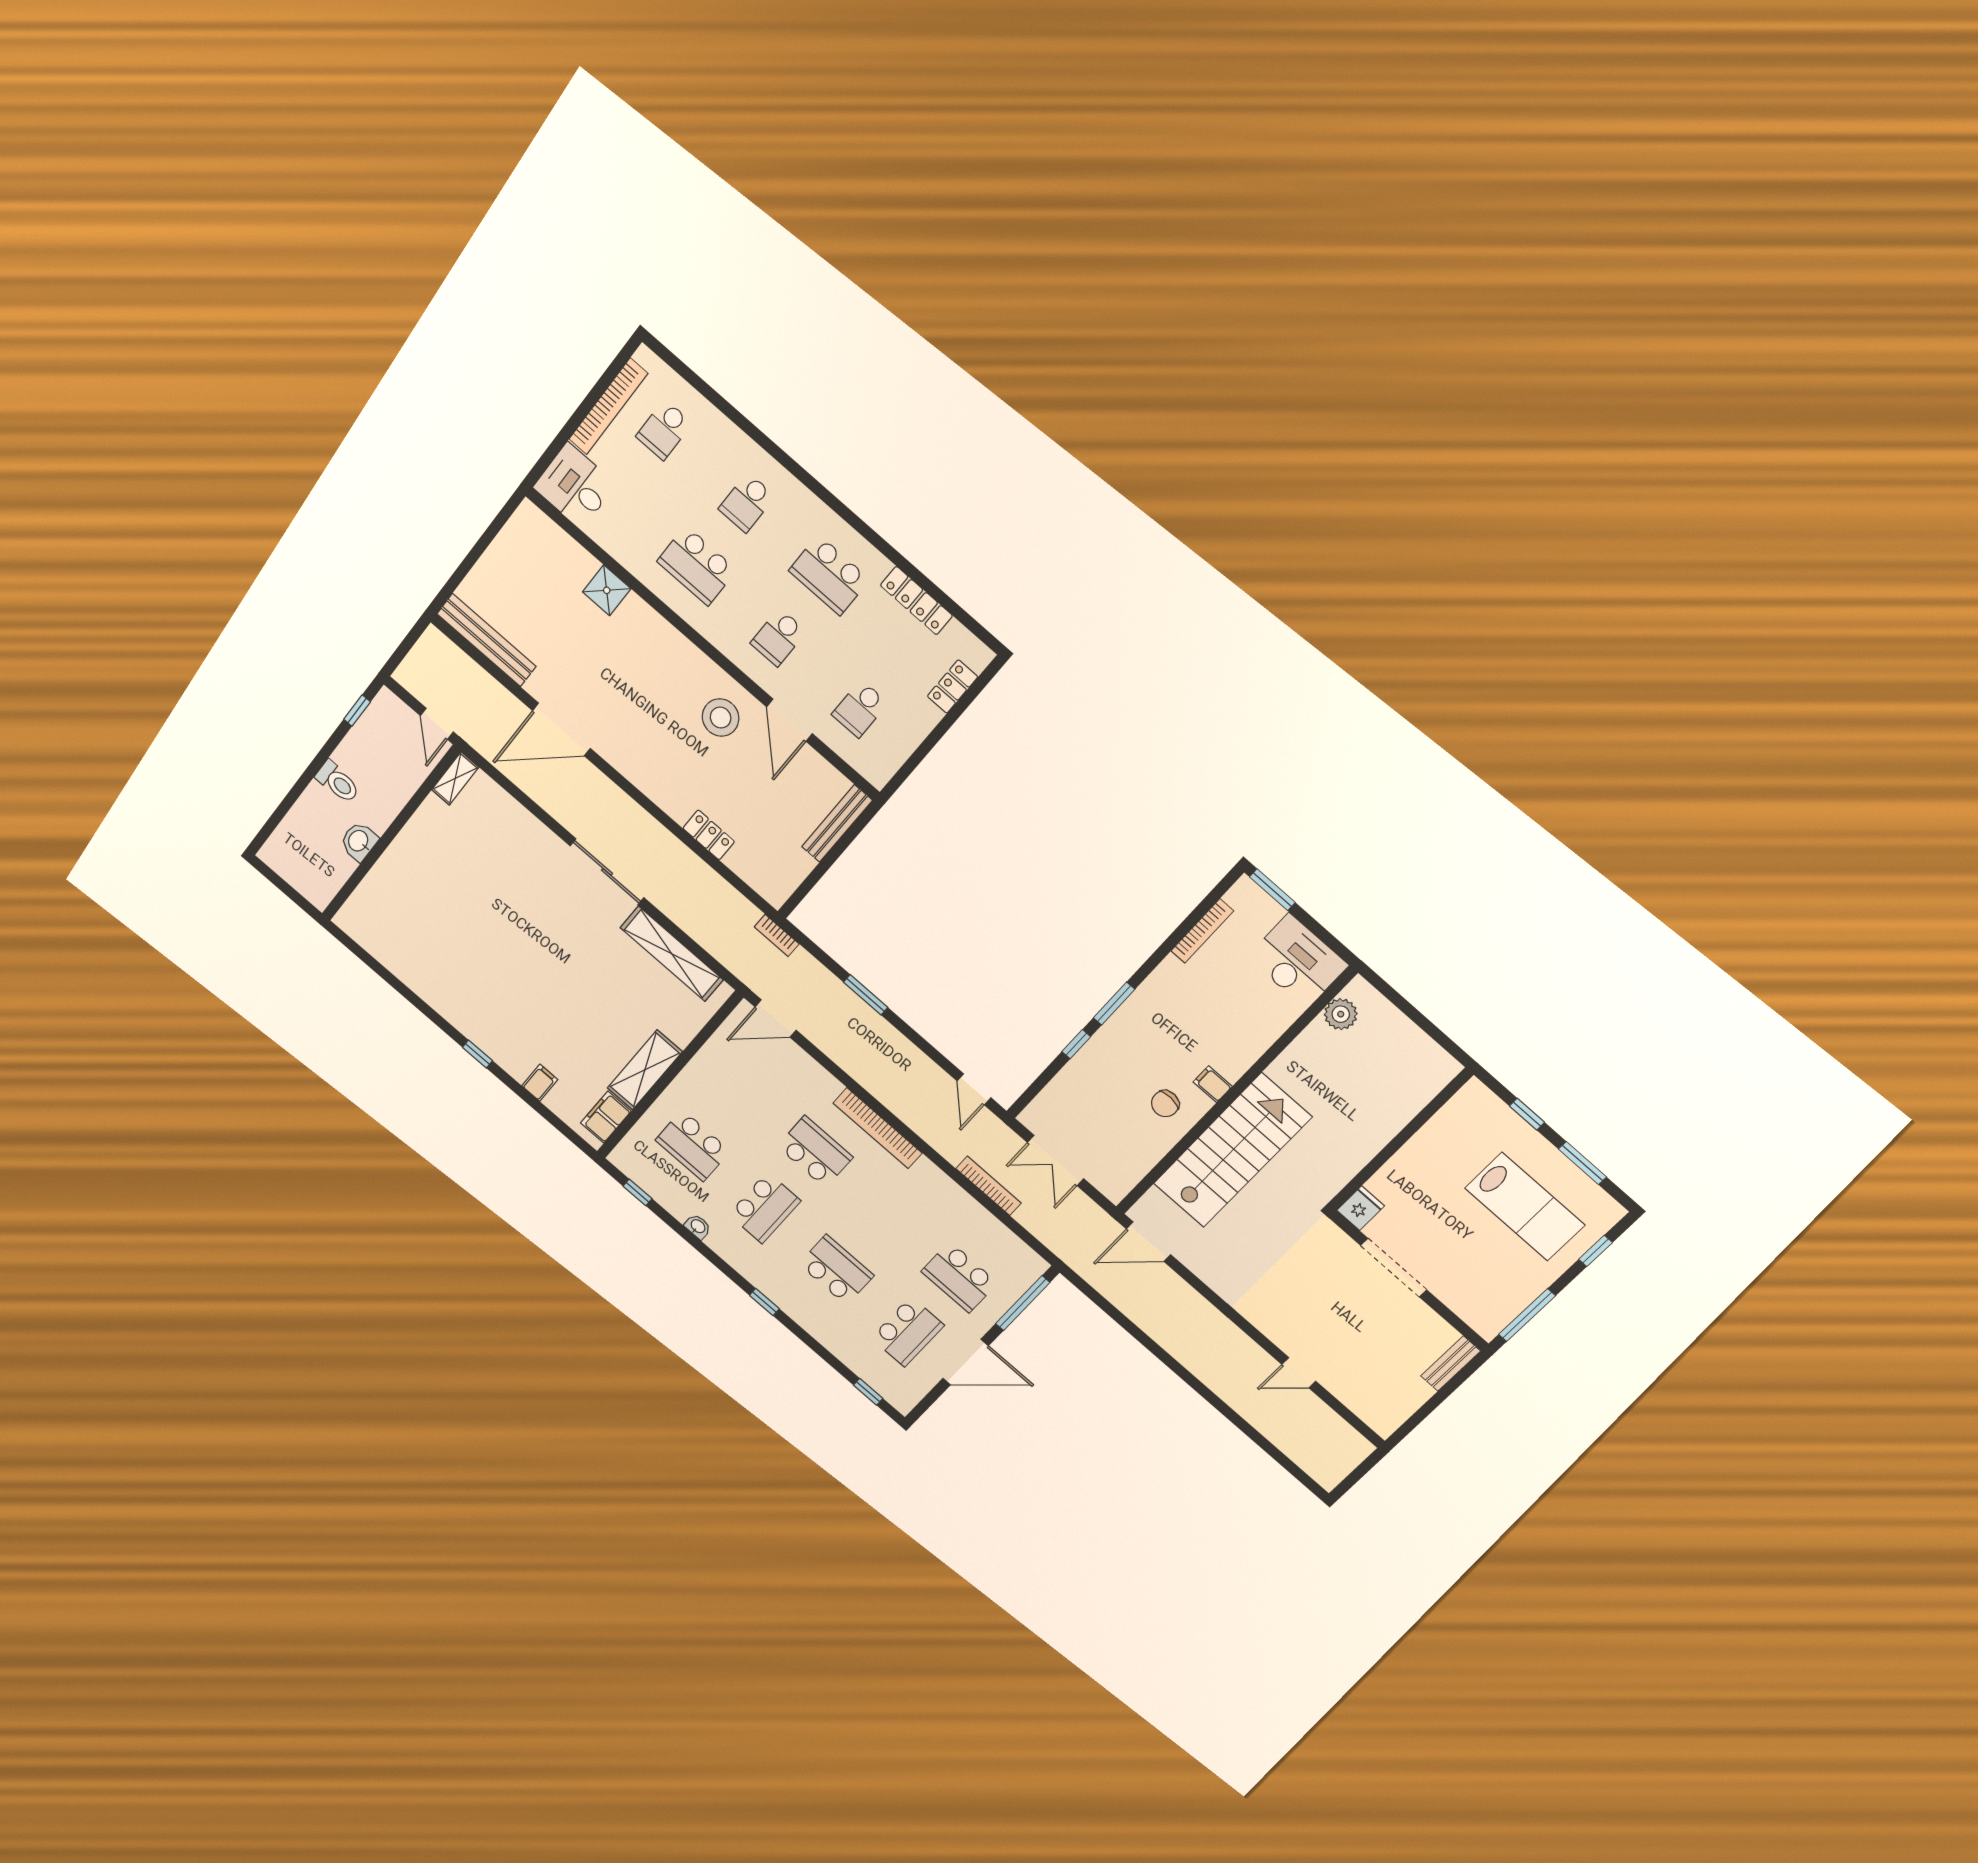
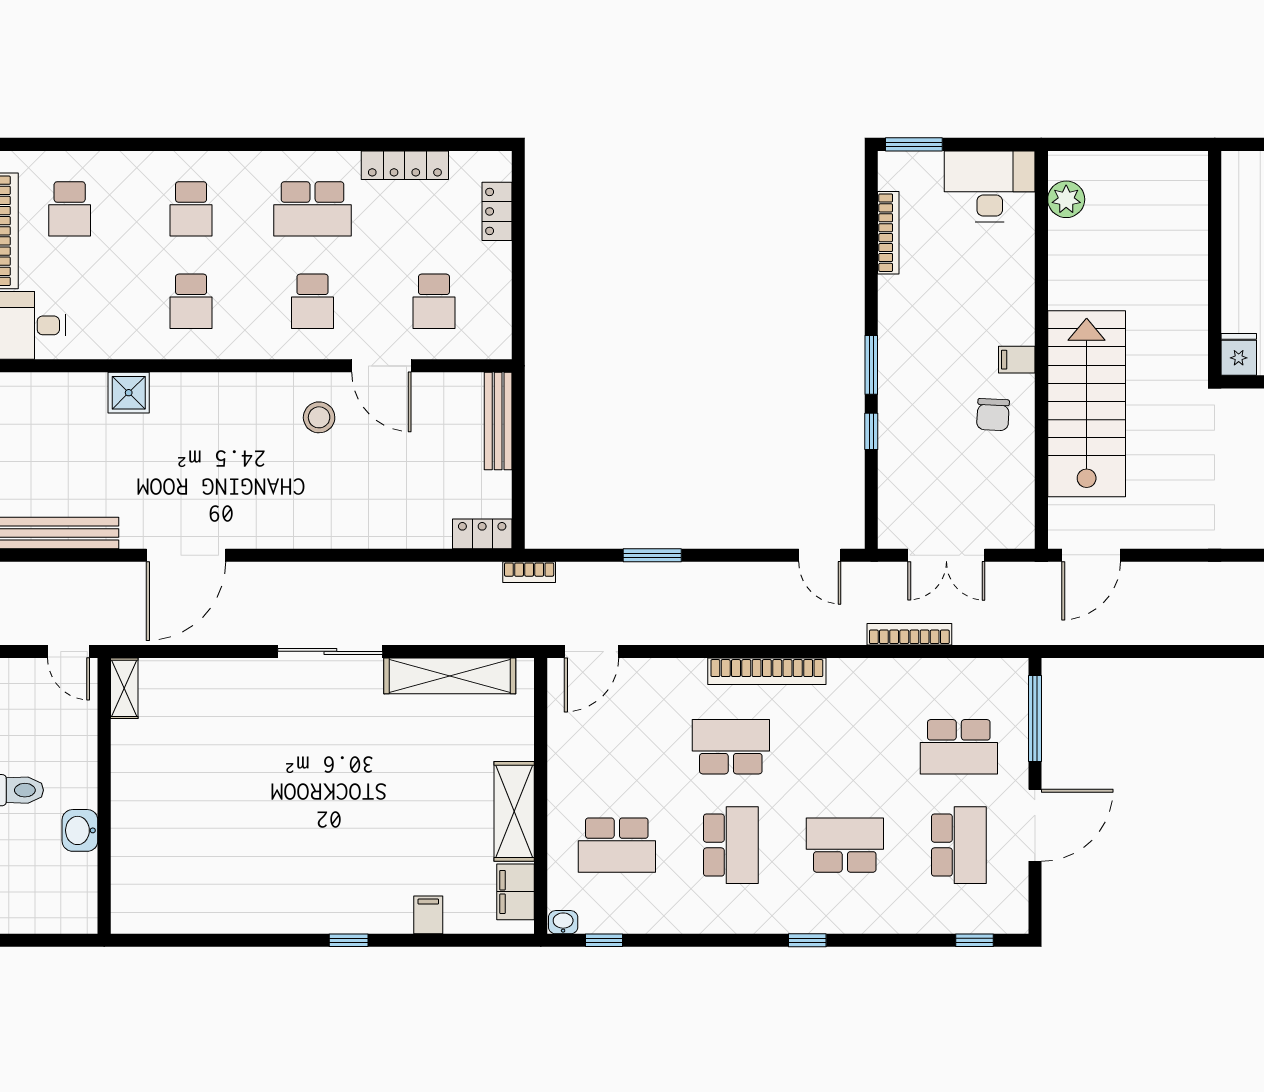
school desk: (697, 566) -> (191, 301), width x0.54
stool: (721, 718) -> (319, 417), width x0.73, depth x0.73
locker: (709, 835) -> (482, 534), moved
washbasin: (698, 1227) -> (563, 922), moved

